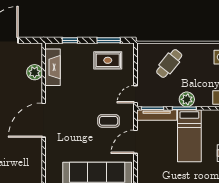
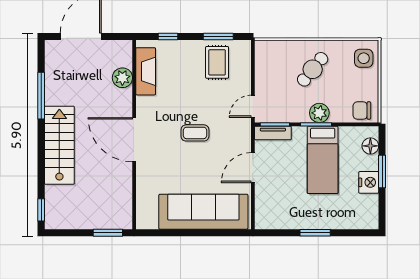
rug: (108, 60) -> (217, 62), turned 90
cafe table: (169, 63) -> (313, 69), moved
tv unit: (157, 115) -> (273, 133), width x0.71
door: (44, 120) -> (134, 140), hinge flipped
coffee table: (109, 121) -> (195, 133), moved

